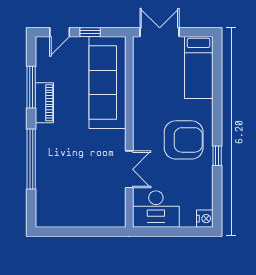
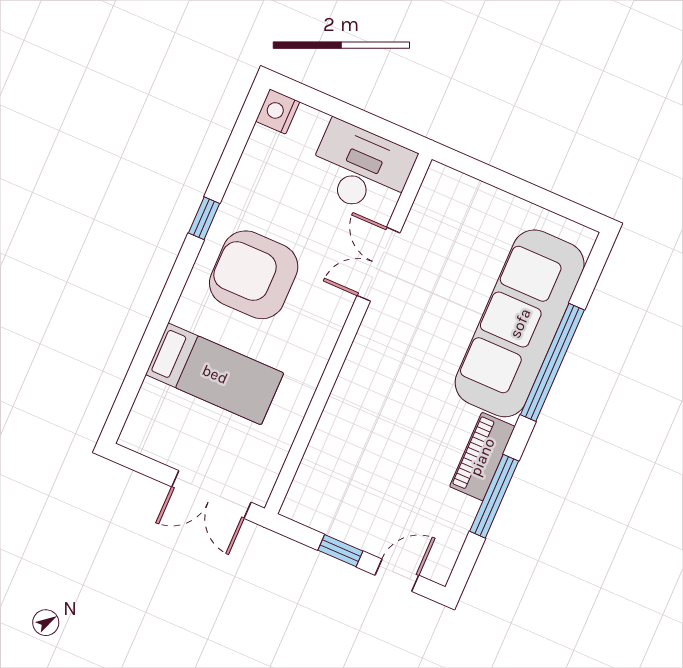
bed: (199, 68) -> (215, 374), moved, turned 90
sofa: (108, 83) -> (520, 323), moved, turned 180

